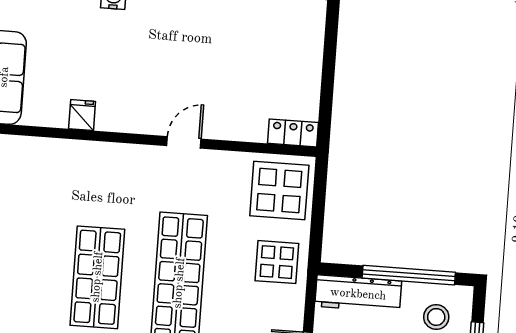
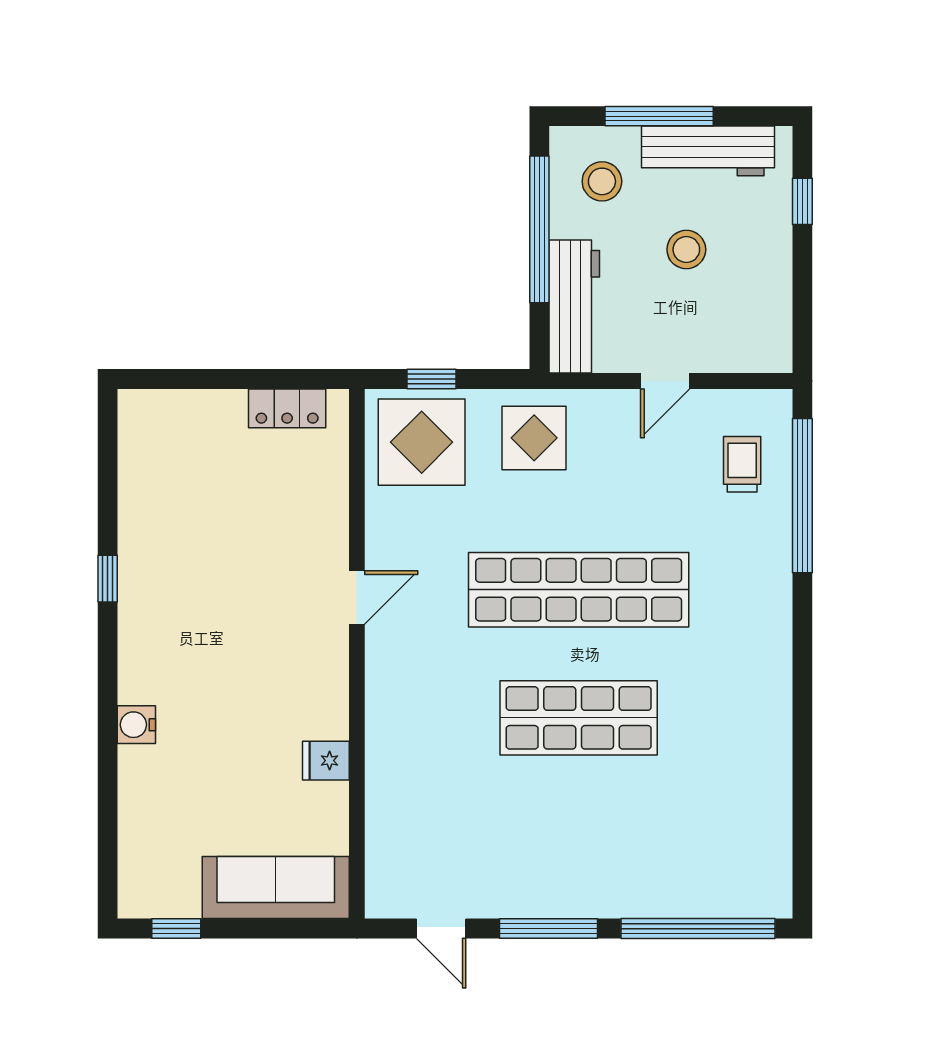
locker: (293, 133) -> (287, 408), moved, turned -90
door: (184, 142) -> (357, 597), swing flipped
window: (319, 200) -> (432, 379), added

